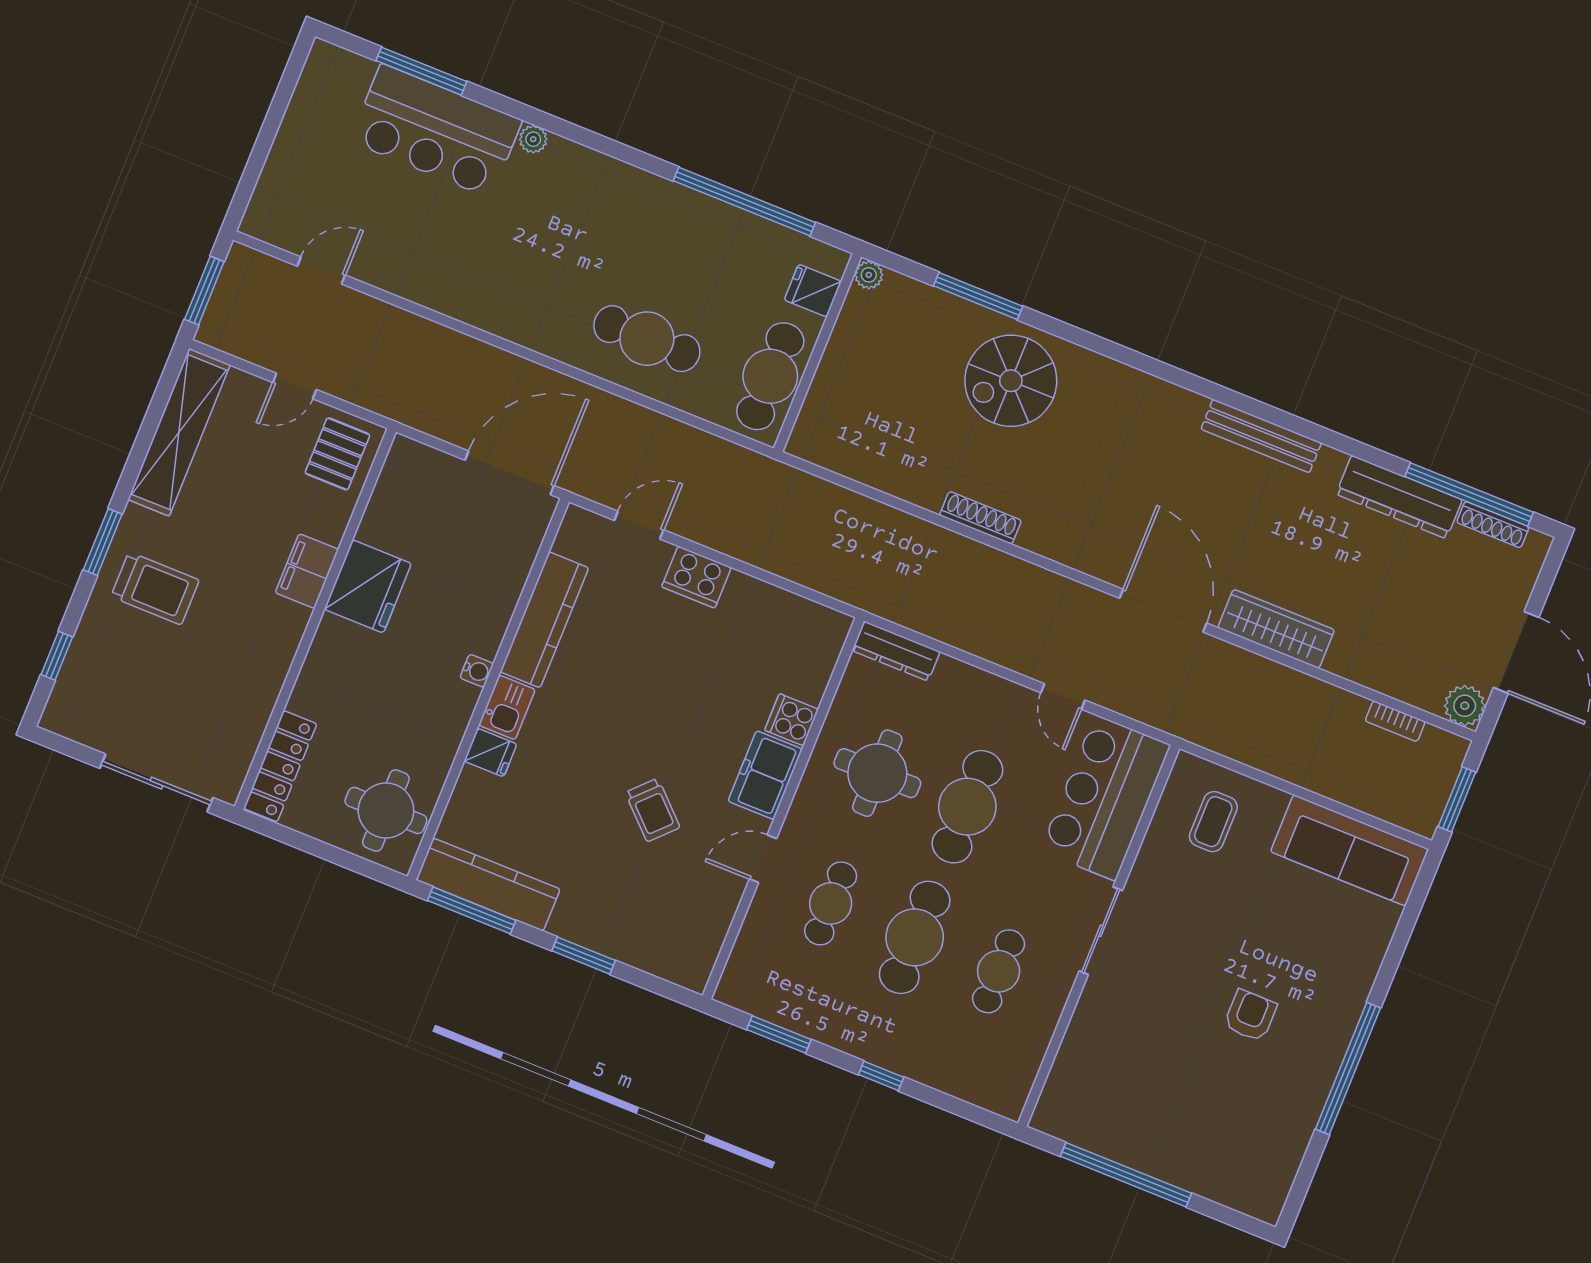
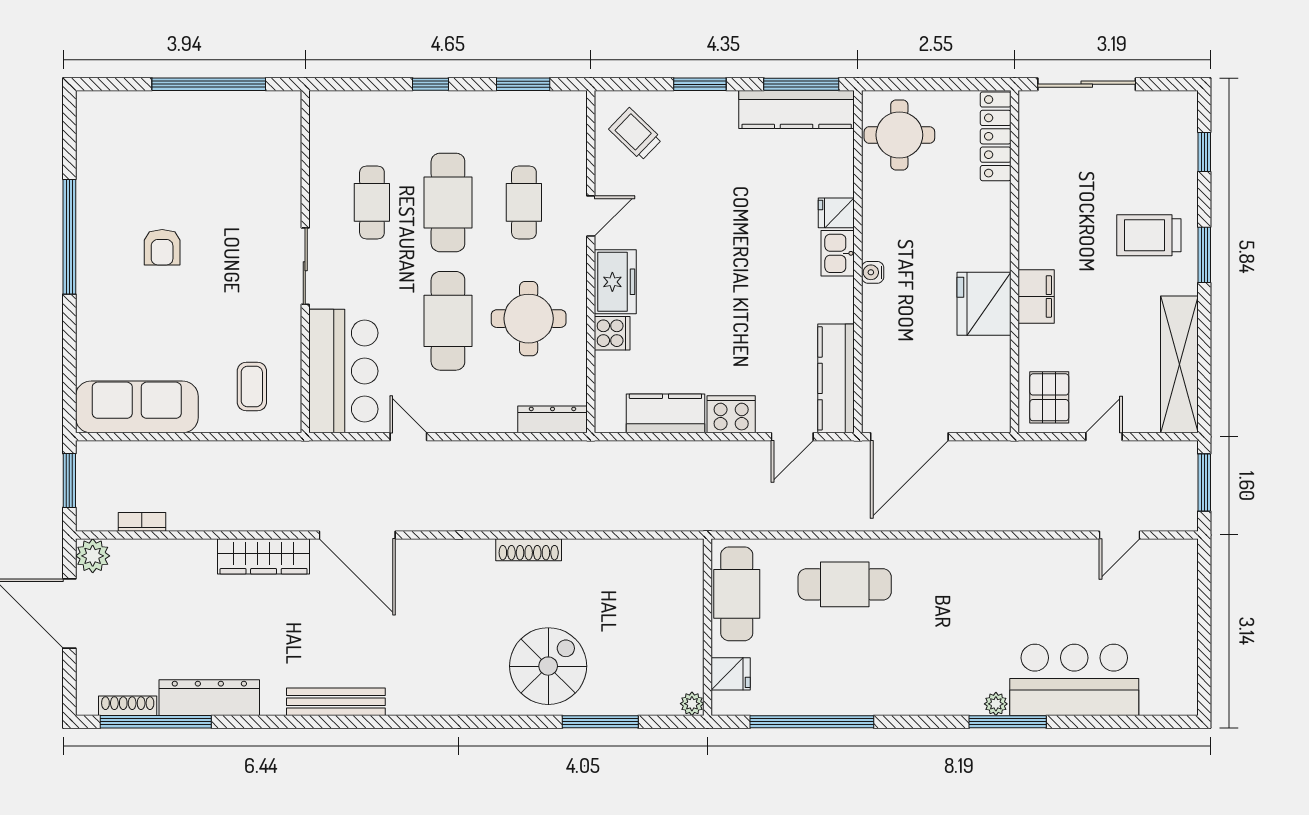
window: (421, 71) -> (1008, 722), moved
kitchen counter: (769, 607) -> (665, 413), added
kitchen counter: (544, 620) -> (836, 378), moved
trolley: (653, 810) -> (635, 134), moved

